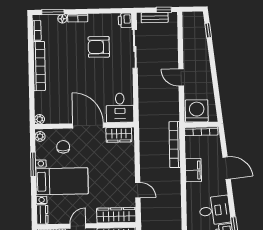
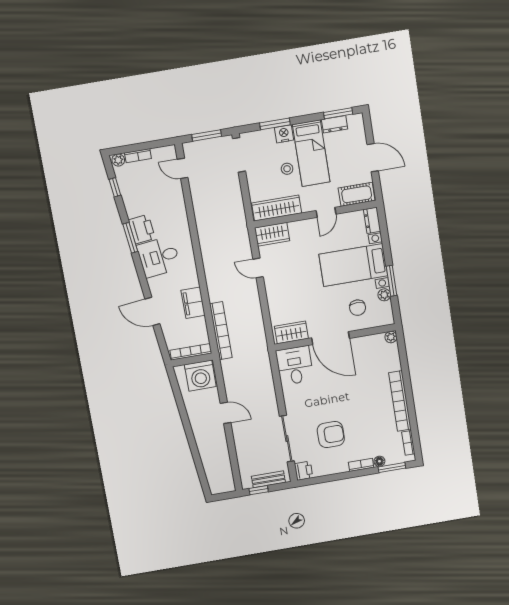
window: (208, 30) -> (201, 474), removed
plant: (40, 136) -> (384, 295), moved
wardrobe: (116, 215) -> (272, 234), width x0.67

